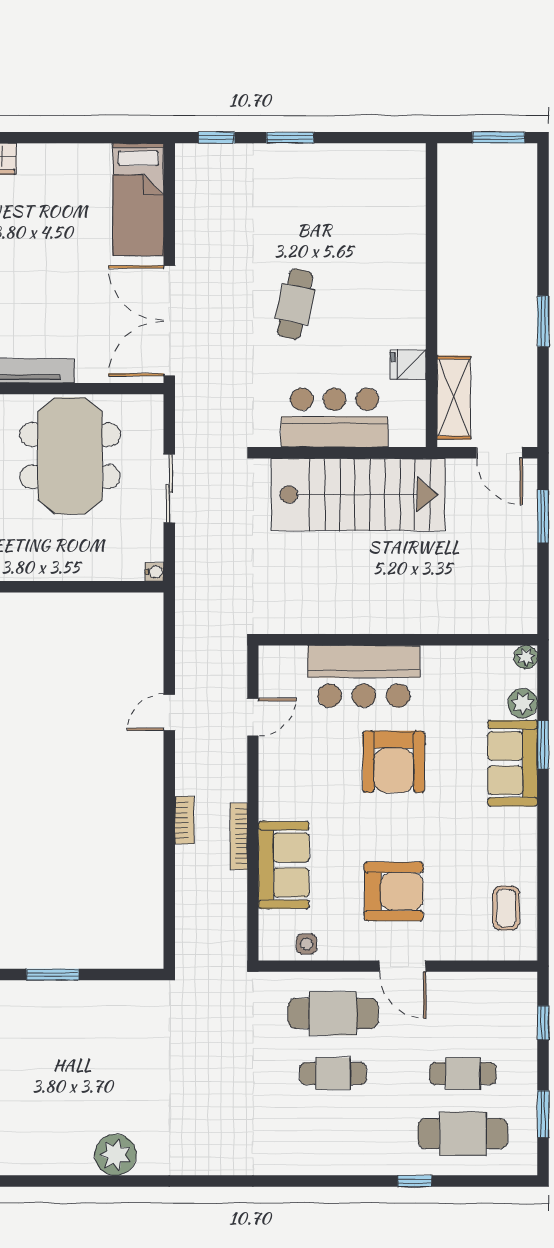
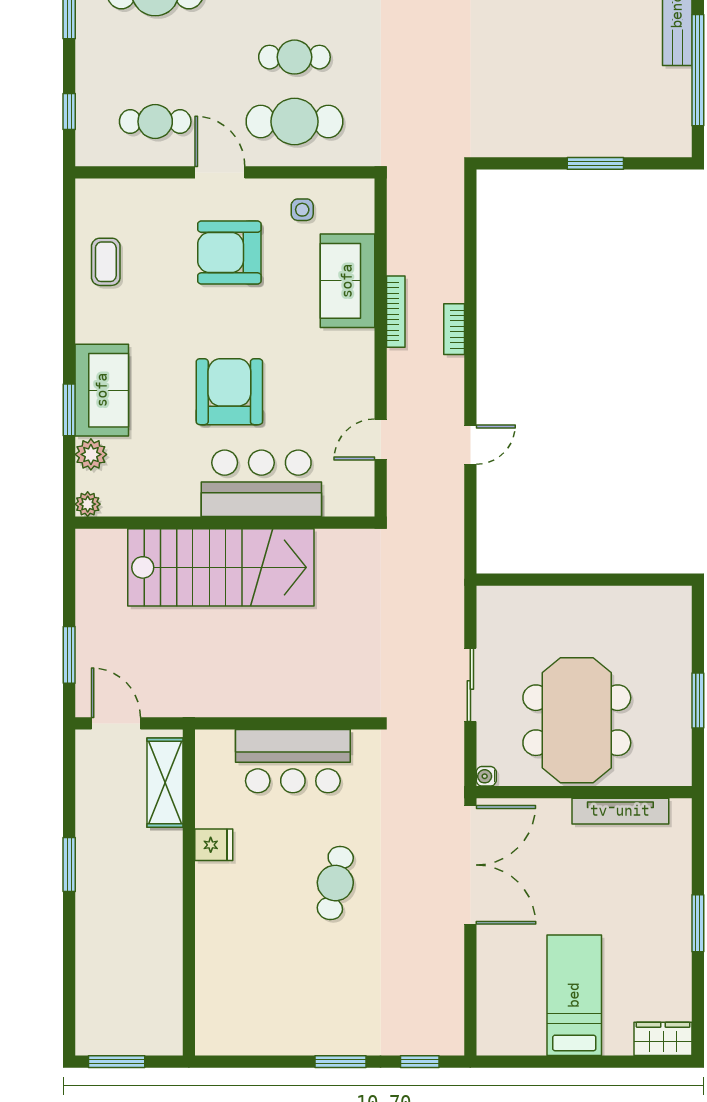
bed: (138, 199) -> (574, 995), moved
fridge: (408, 365) -> (214, 845), moved
stairs: (358, 495) -> (221, 567), moved, turned 180
water cooler: (154, 572) -> (486, 776), moved
coffee table: (506, 908) -> (106, 262), moved
side table: (307, 944) -> (302, 210), moved
cafe table: (463, 1074) -> (155, 122), moved

